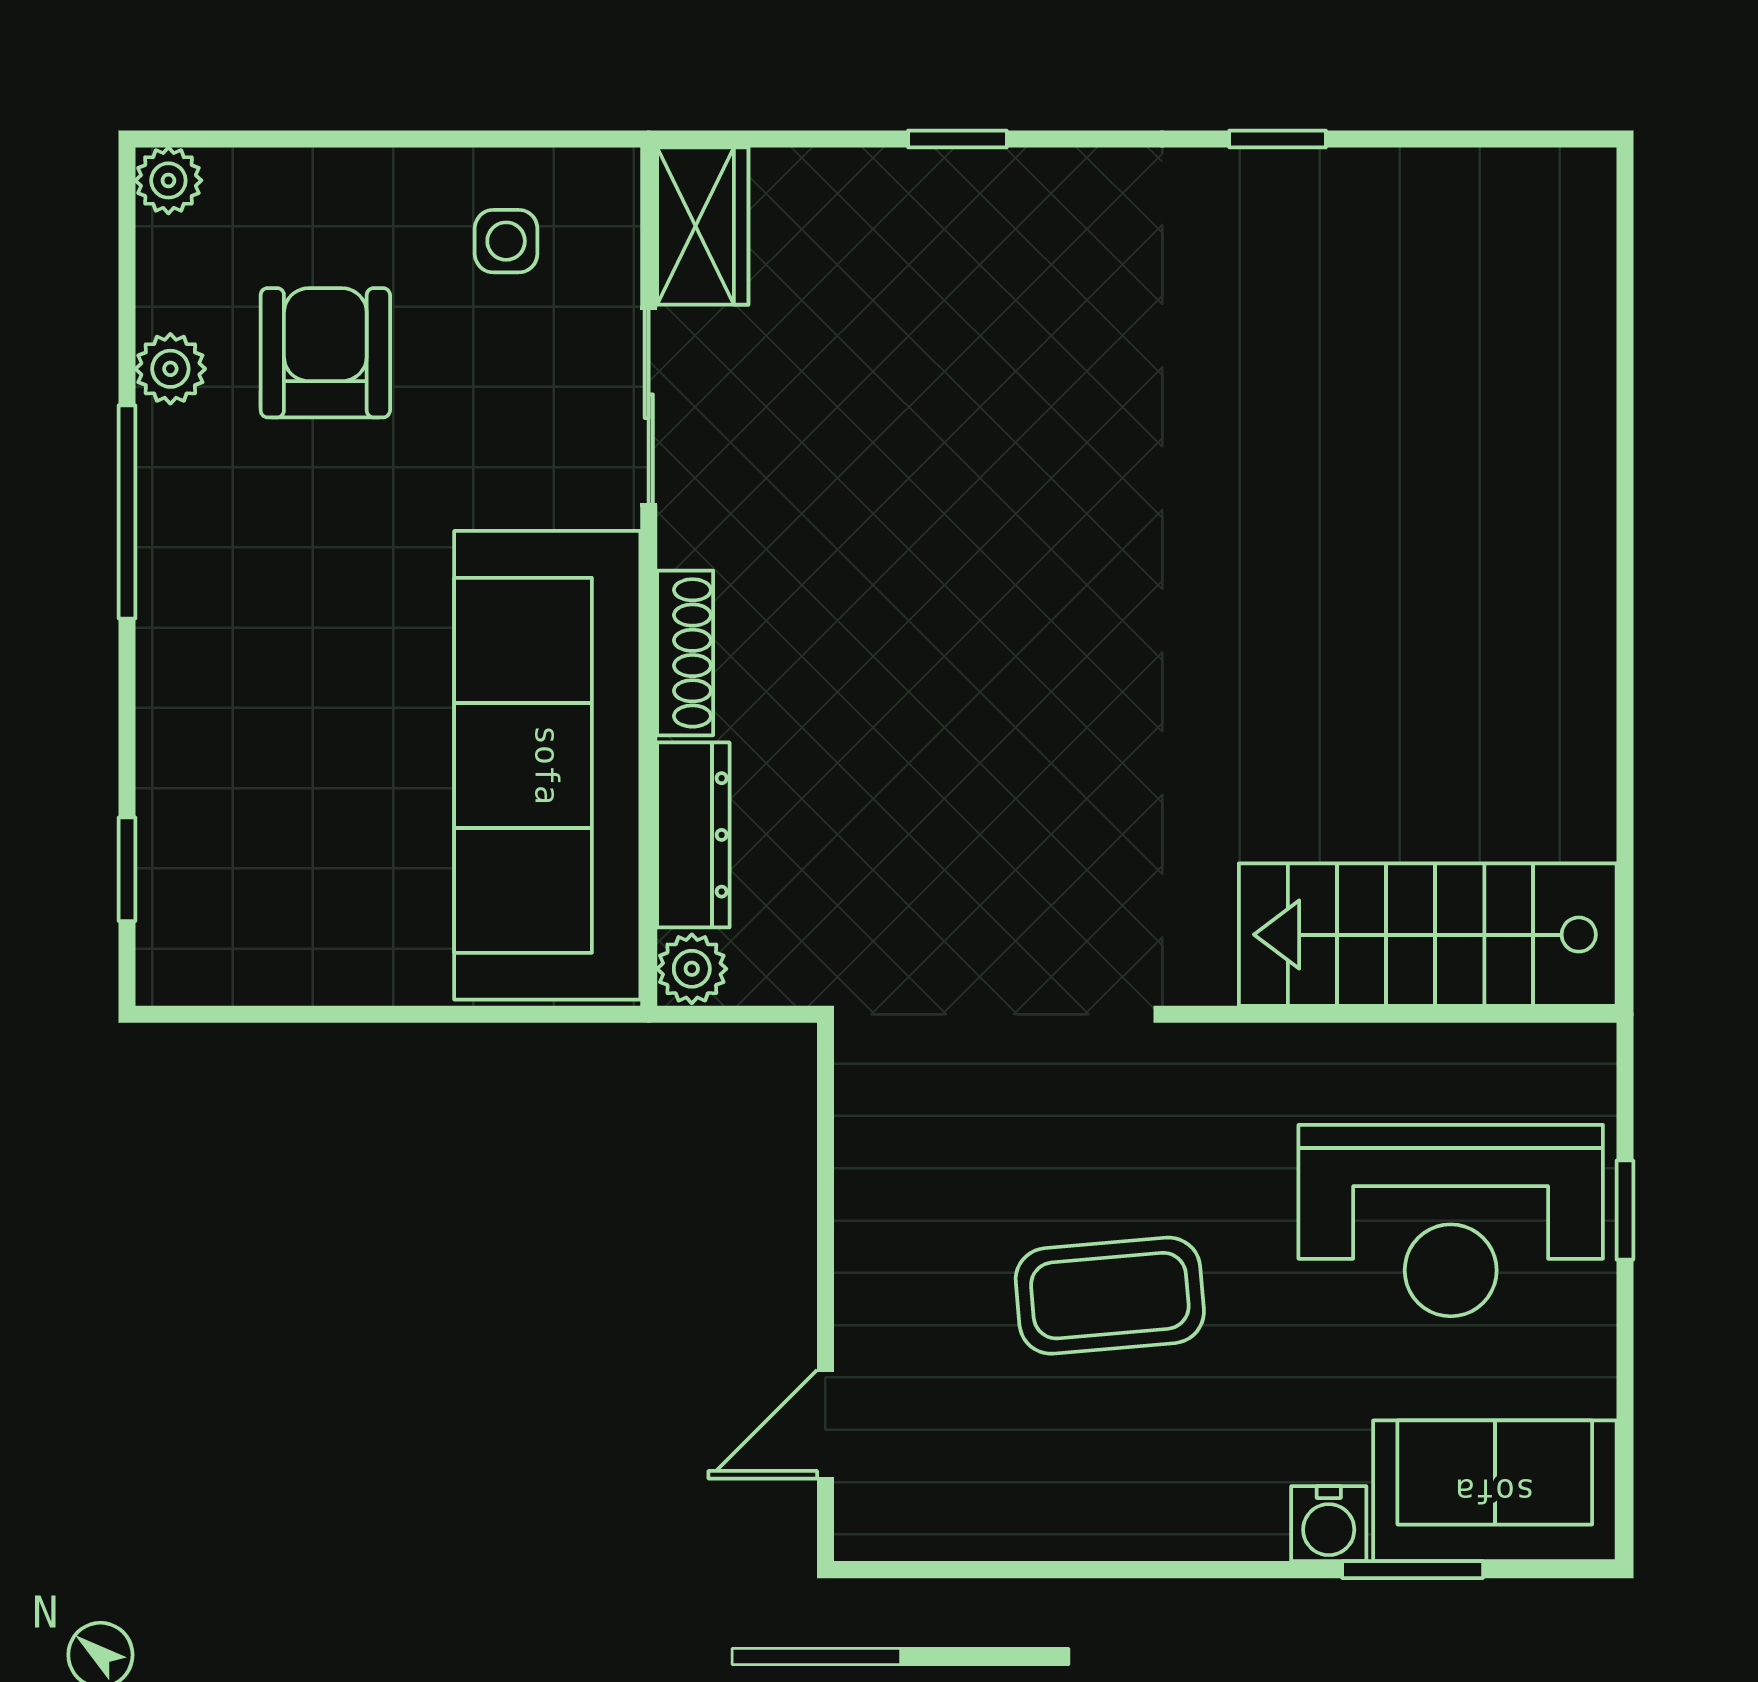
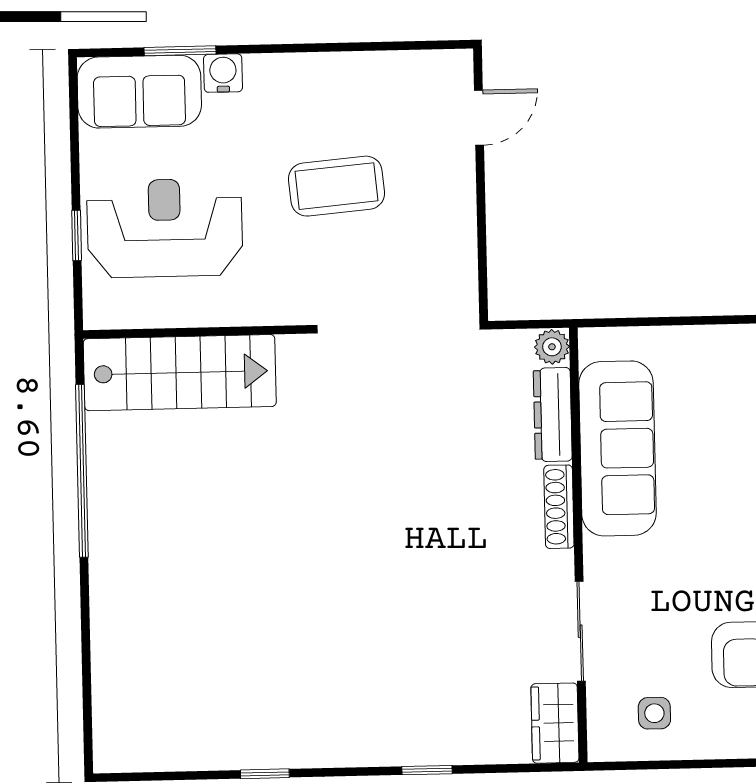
window: (1625, 745) -> (82, 471), added
sofa: (547, 765) -> (617, 448), width x0.74, depth x0.79

